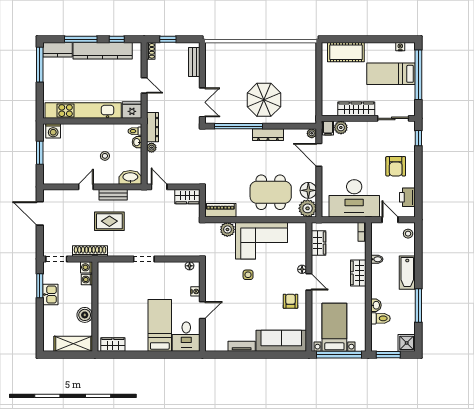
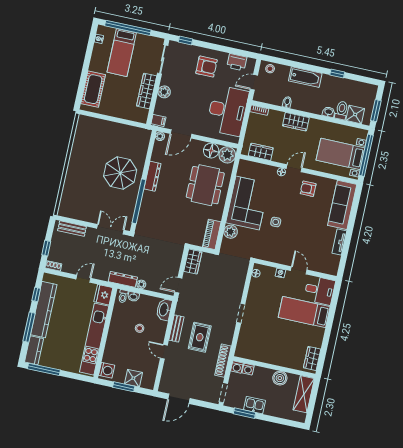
plant: (341, 128) -> (164, 92), moved
shower: (51, 161) -> (133, 378), added
window: (418, 306) -> (337, 74), width x0.46
shower: (407, 343) -> (355, 115), moved

